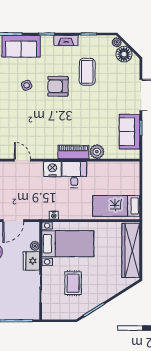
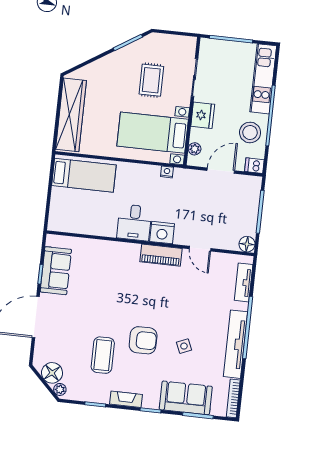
piano: (73, 152) -> (161, 255), moved
plant: (97, 152) -> (101, 249), removed
plant: (35, 246) -> (195, 149), moved

